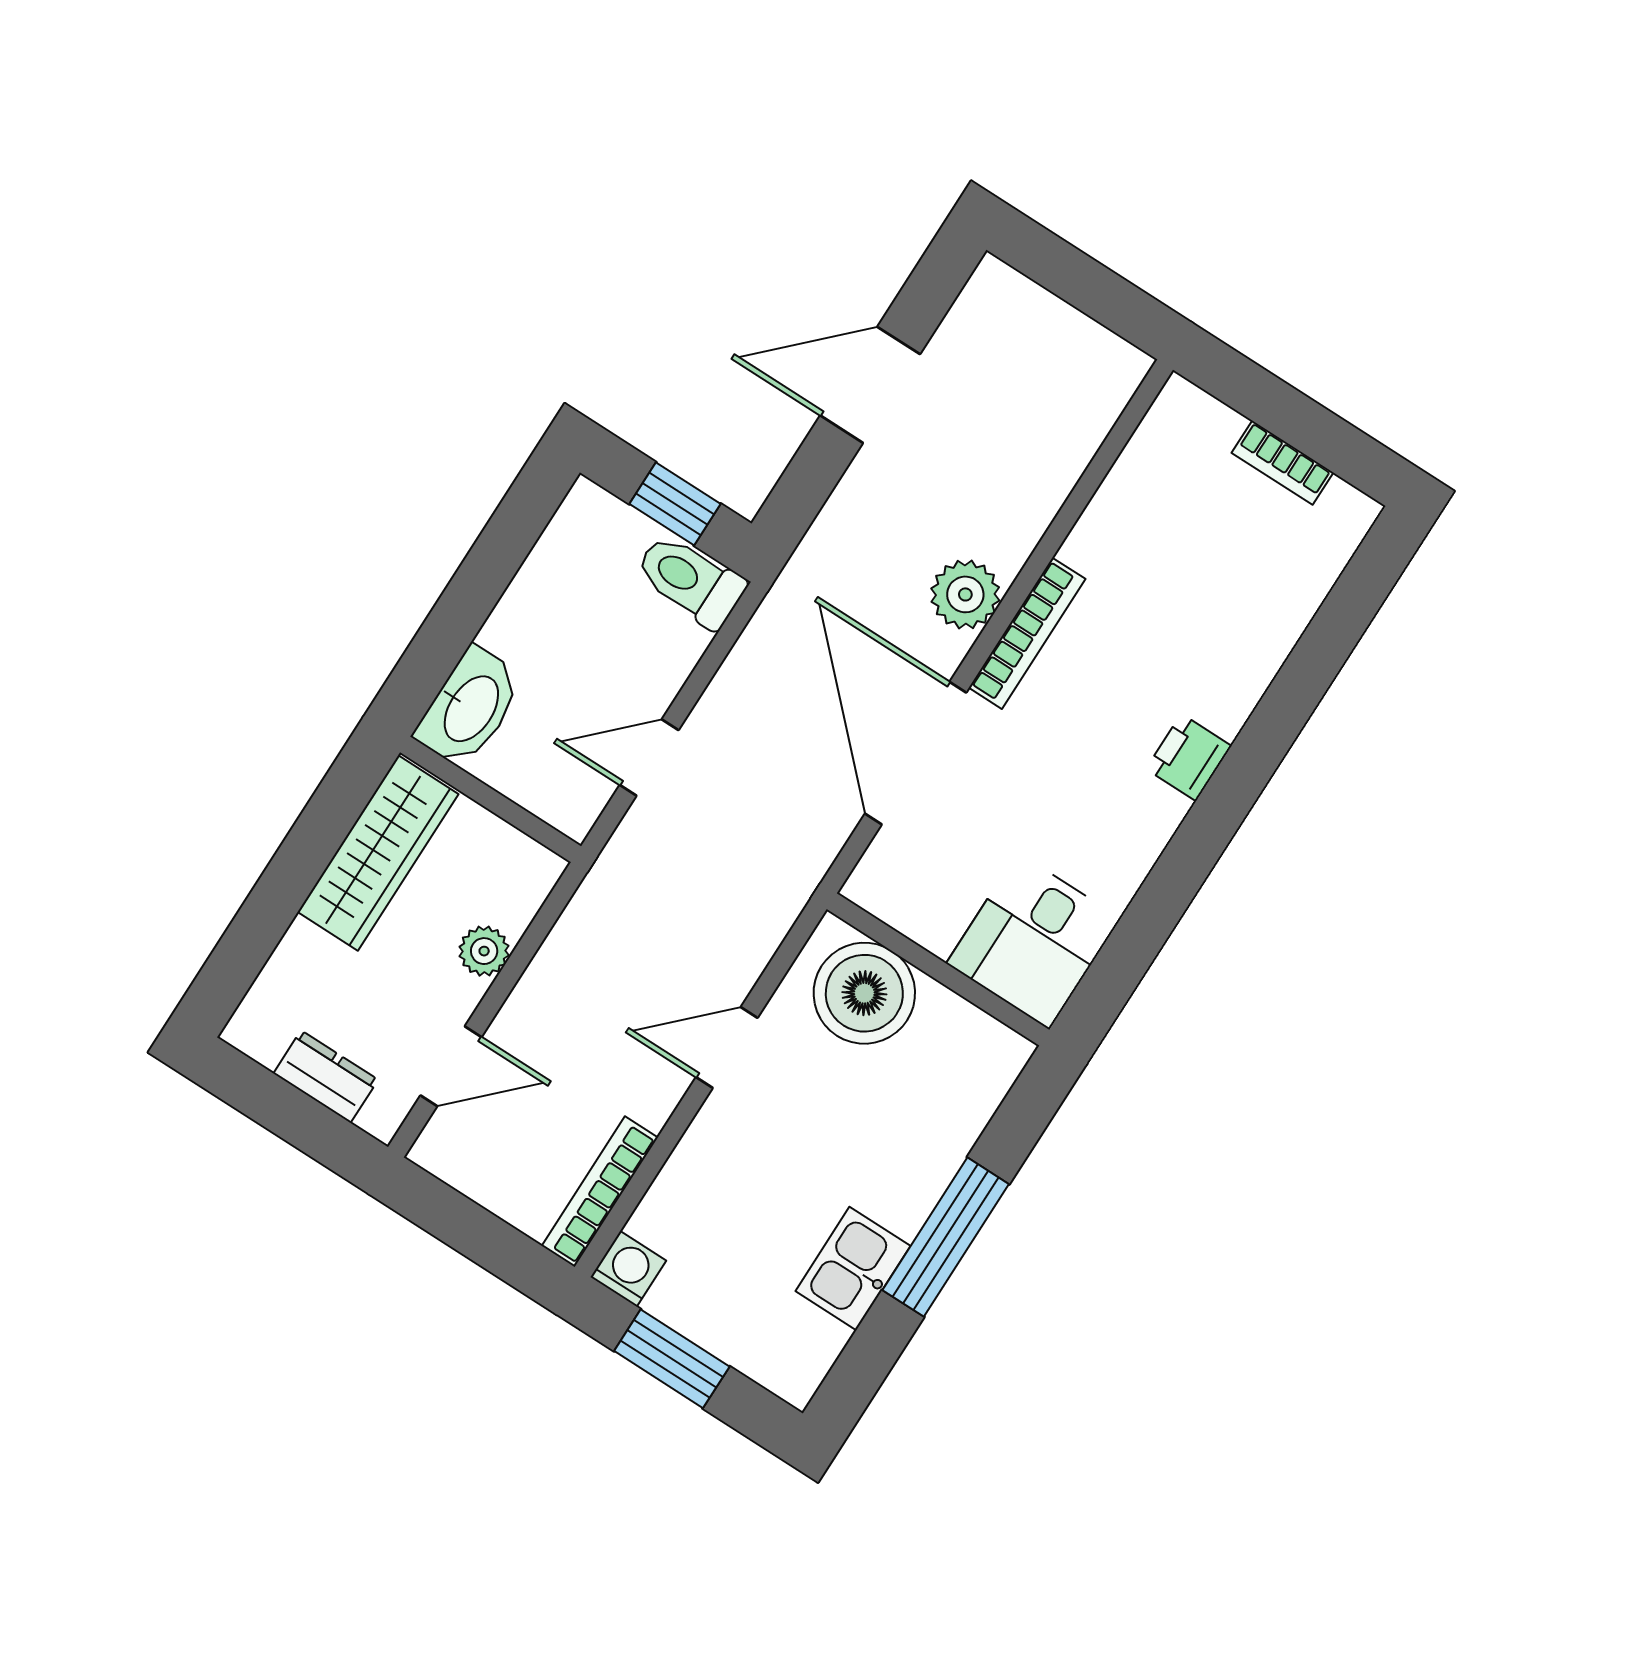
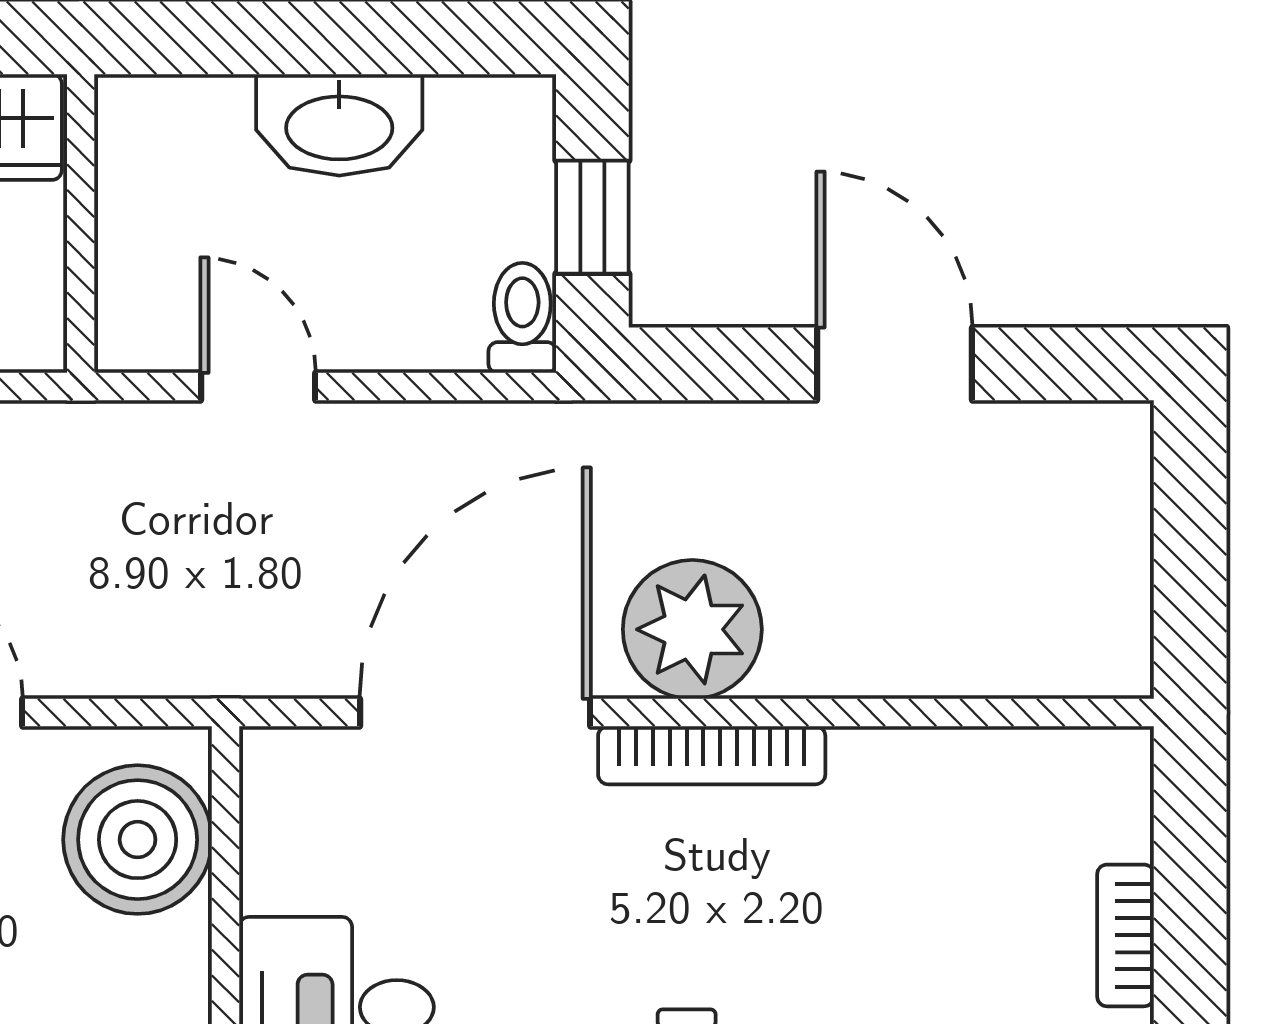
toilet: (690, 580) -> (522, 318), width x0.73, depth x0.72
plant: (965, 594) -> (692, 629), width x1.36, depth x1.36
washbasin: (470, 708) -> (339, 125), moved

